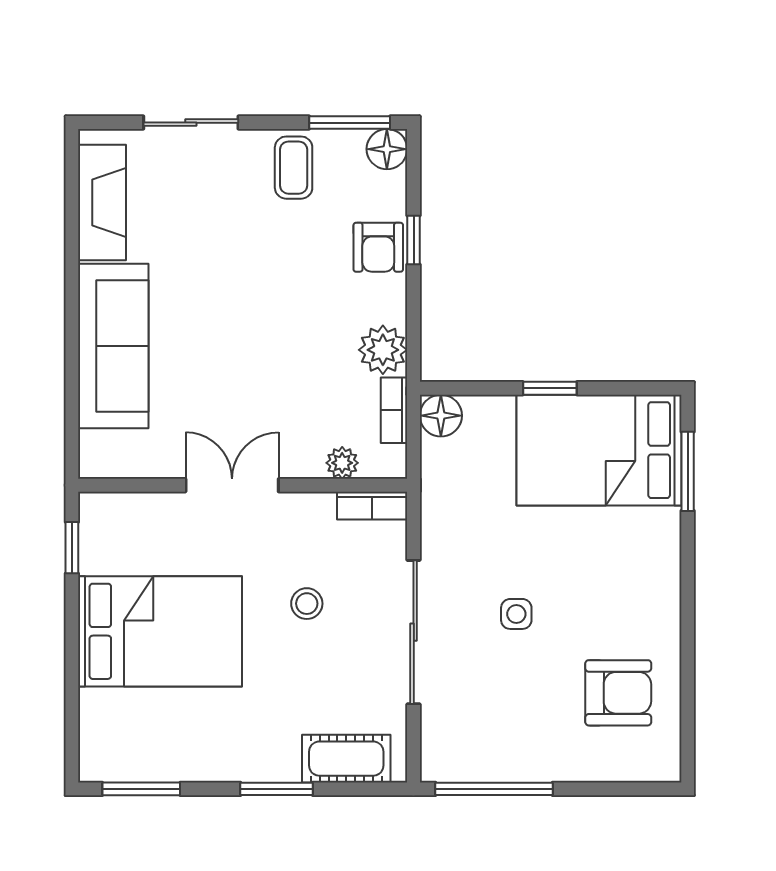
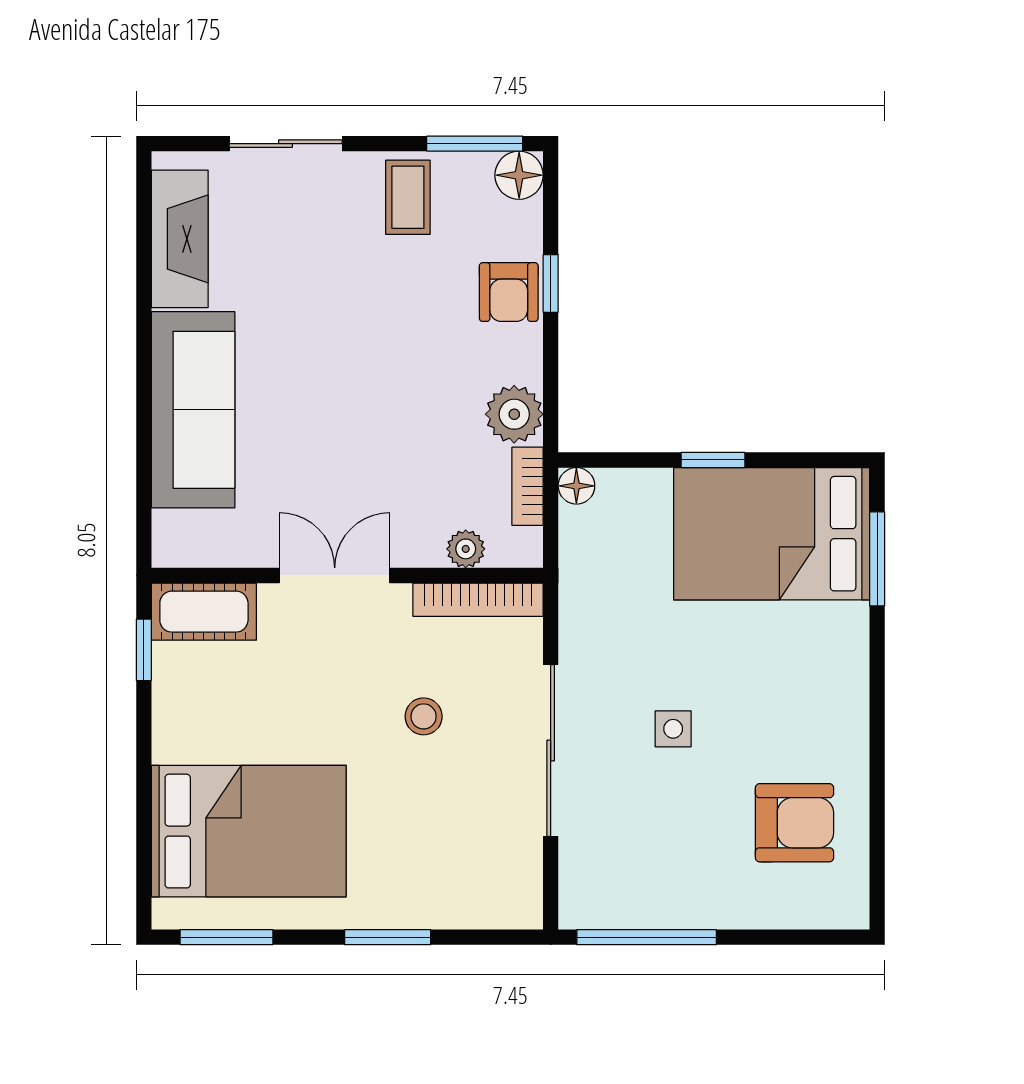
floor lamp: (441, 416) -> (576, 486), width x0.73, depth x0.73
bookcase: (372, 506) -> (478, 600), width x1.56
bed: (160, 631) -> (249, 831), moved
cot: (346, 759) -> (204, 612), moved

